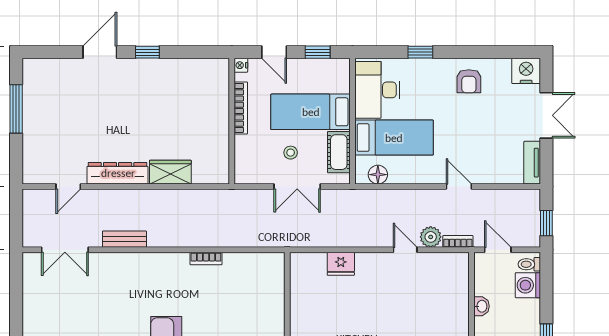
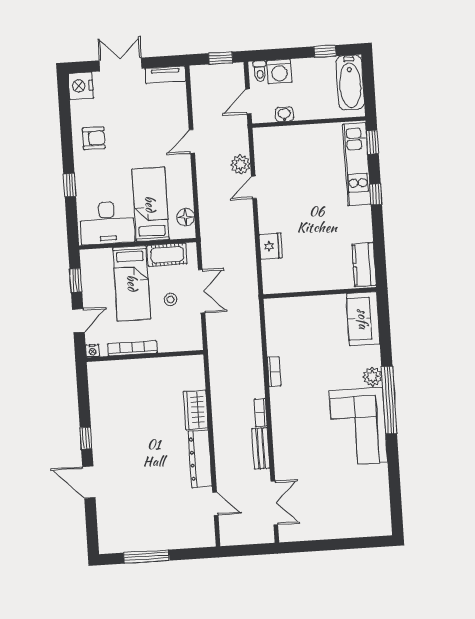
bookcase: (458, 241) -> (261, 412), moved
washbasin: (482, 306) -> (284, 114), moved

